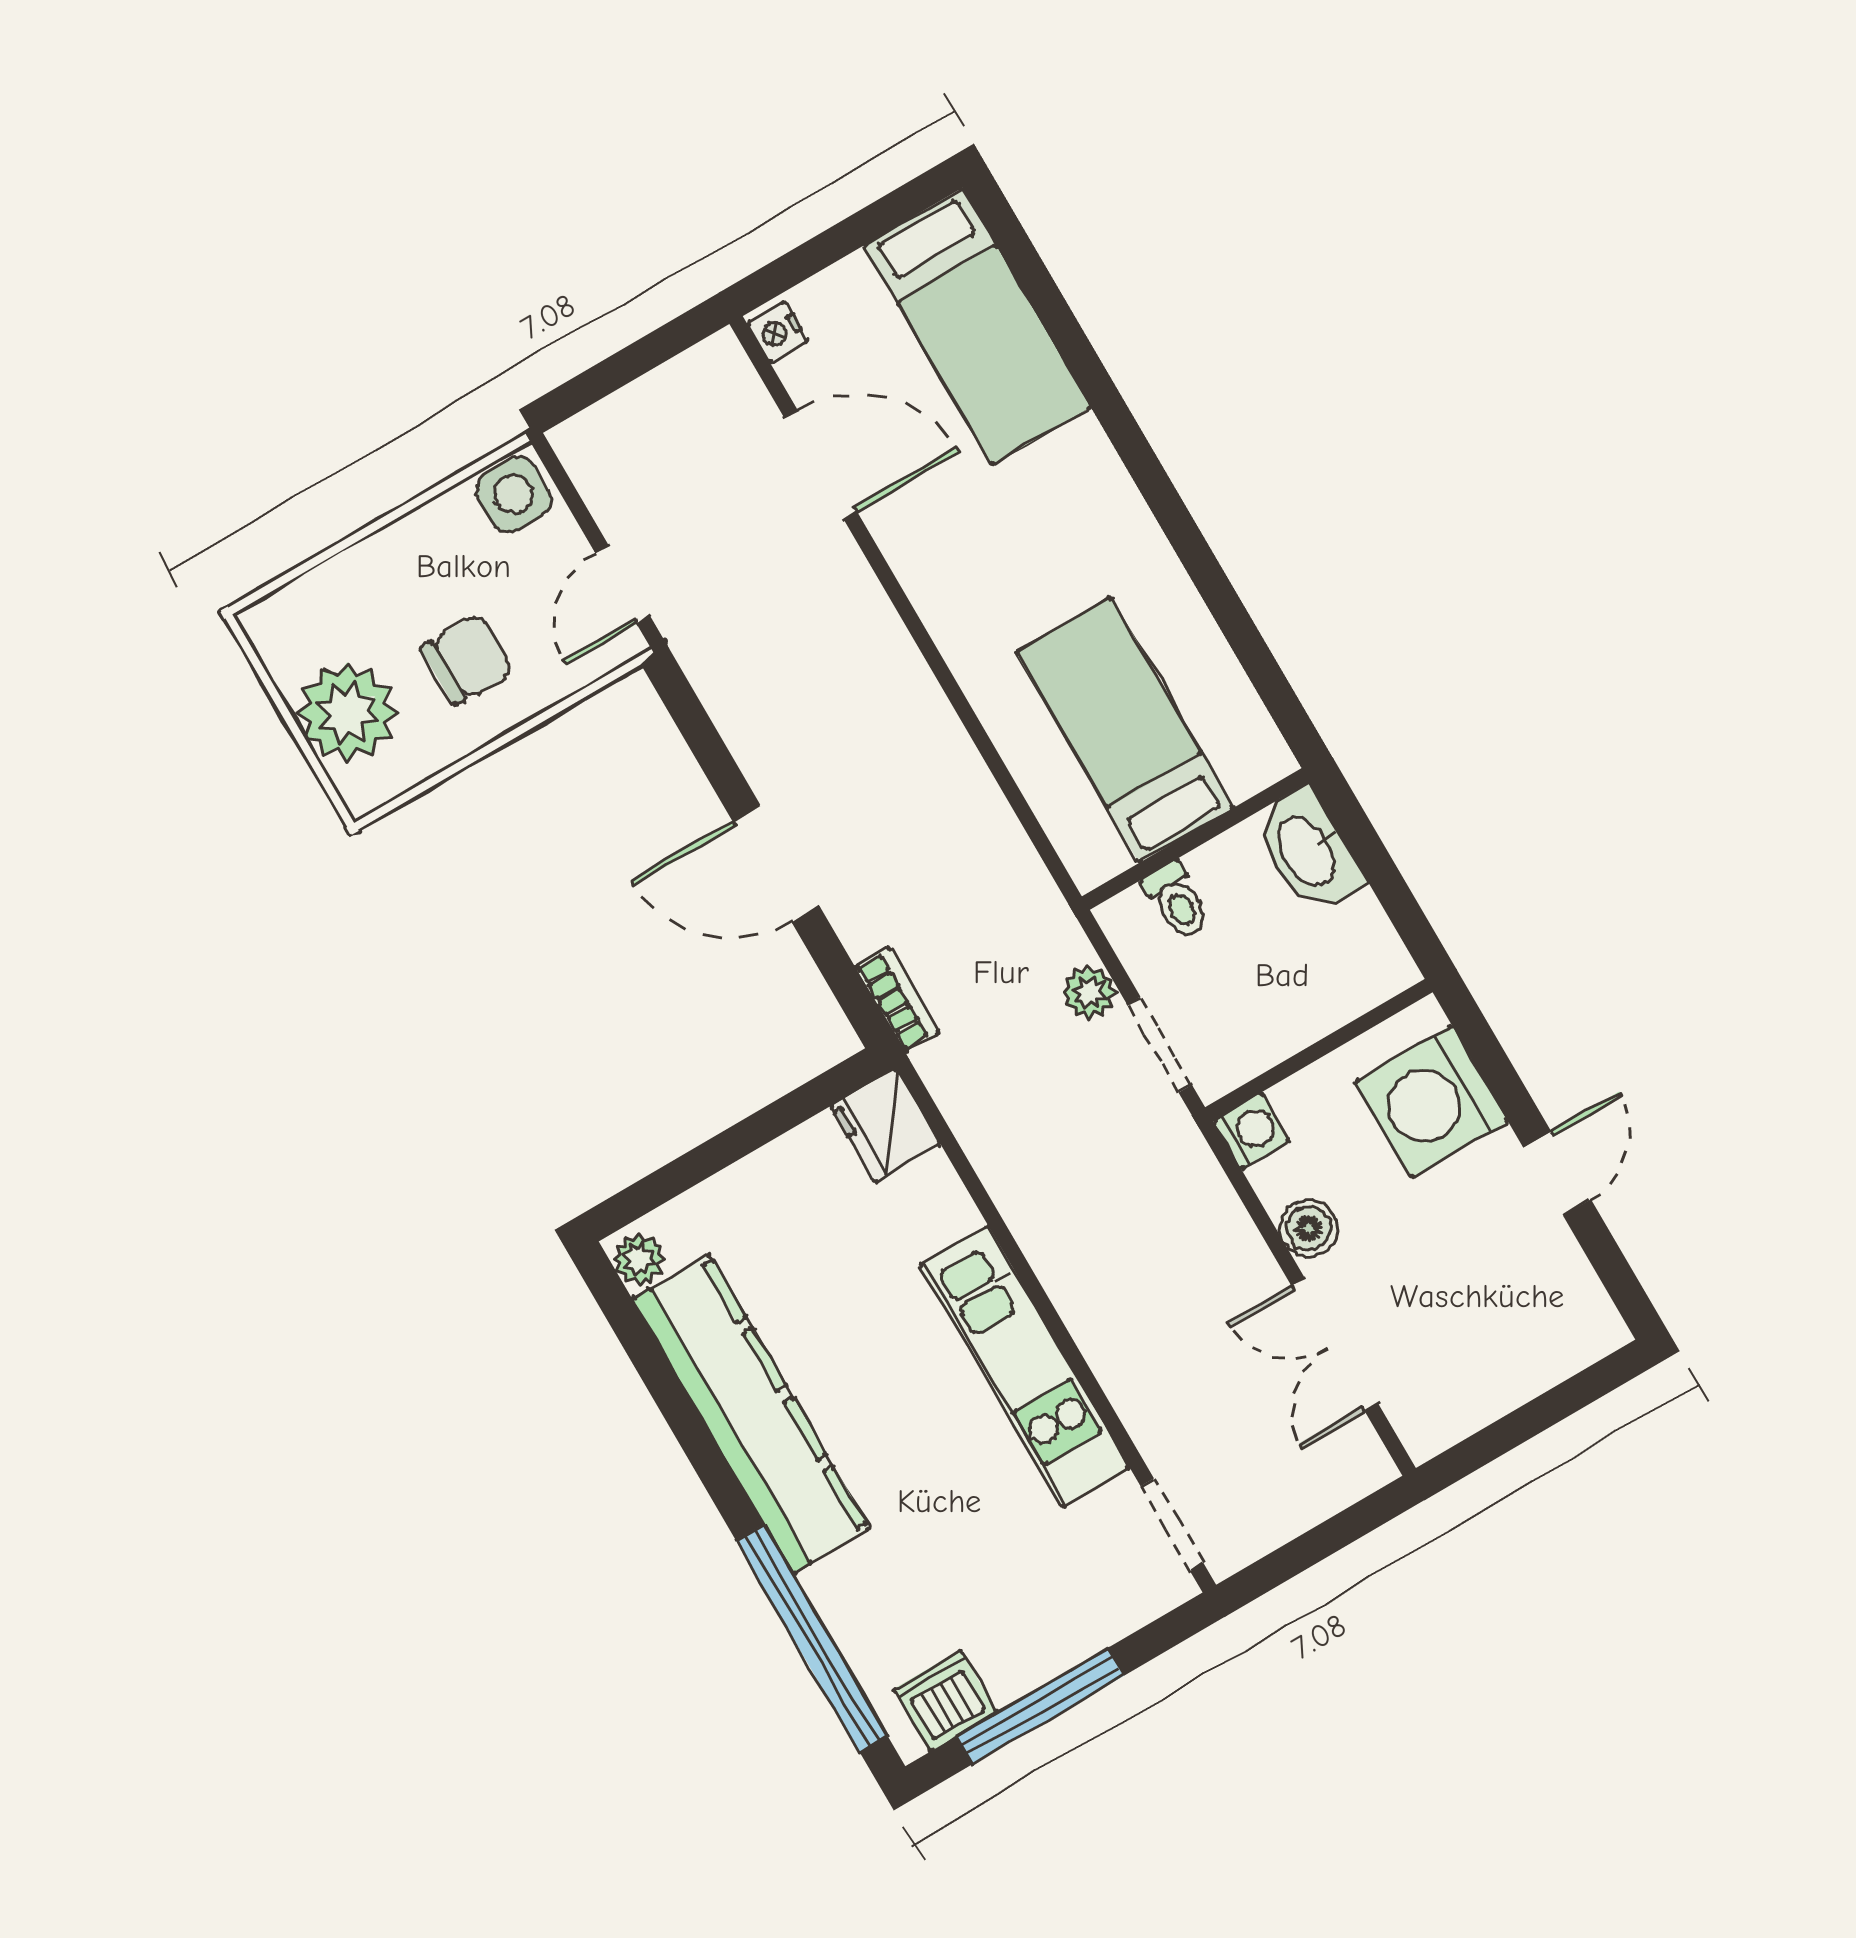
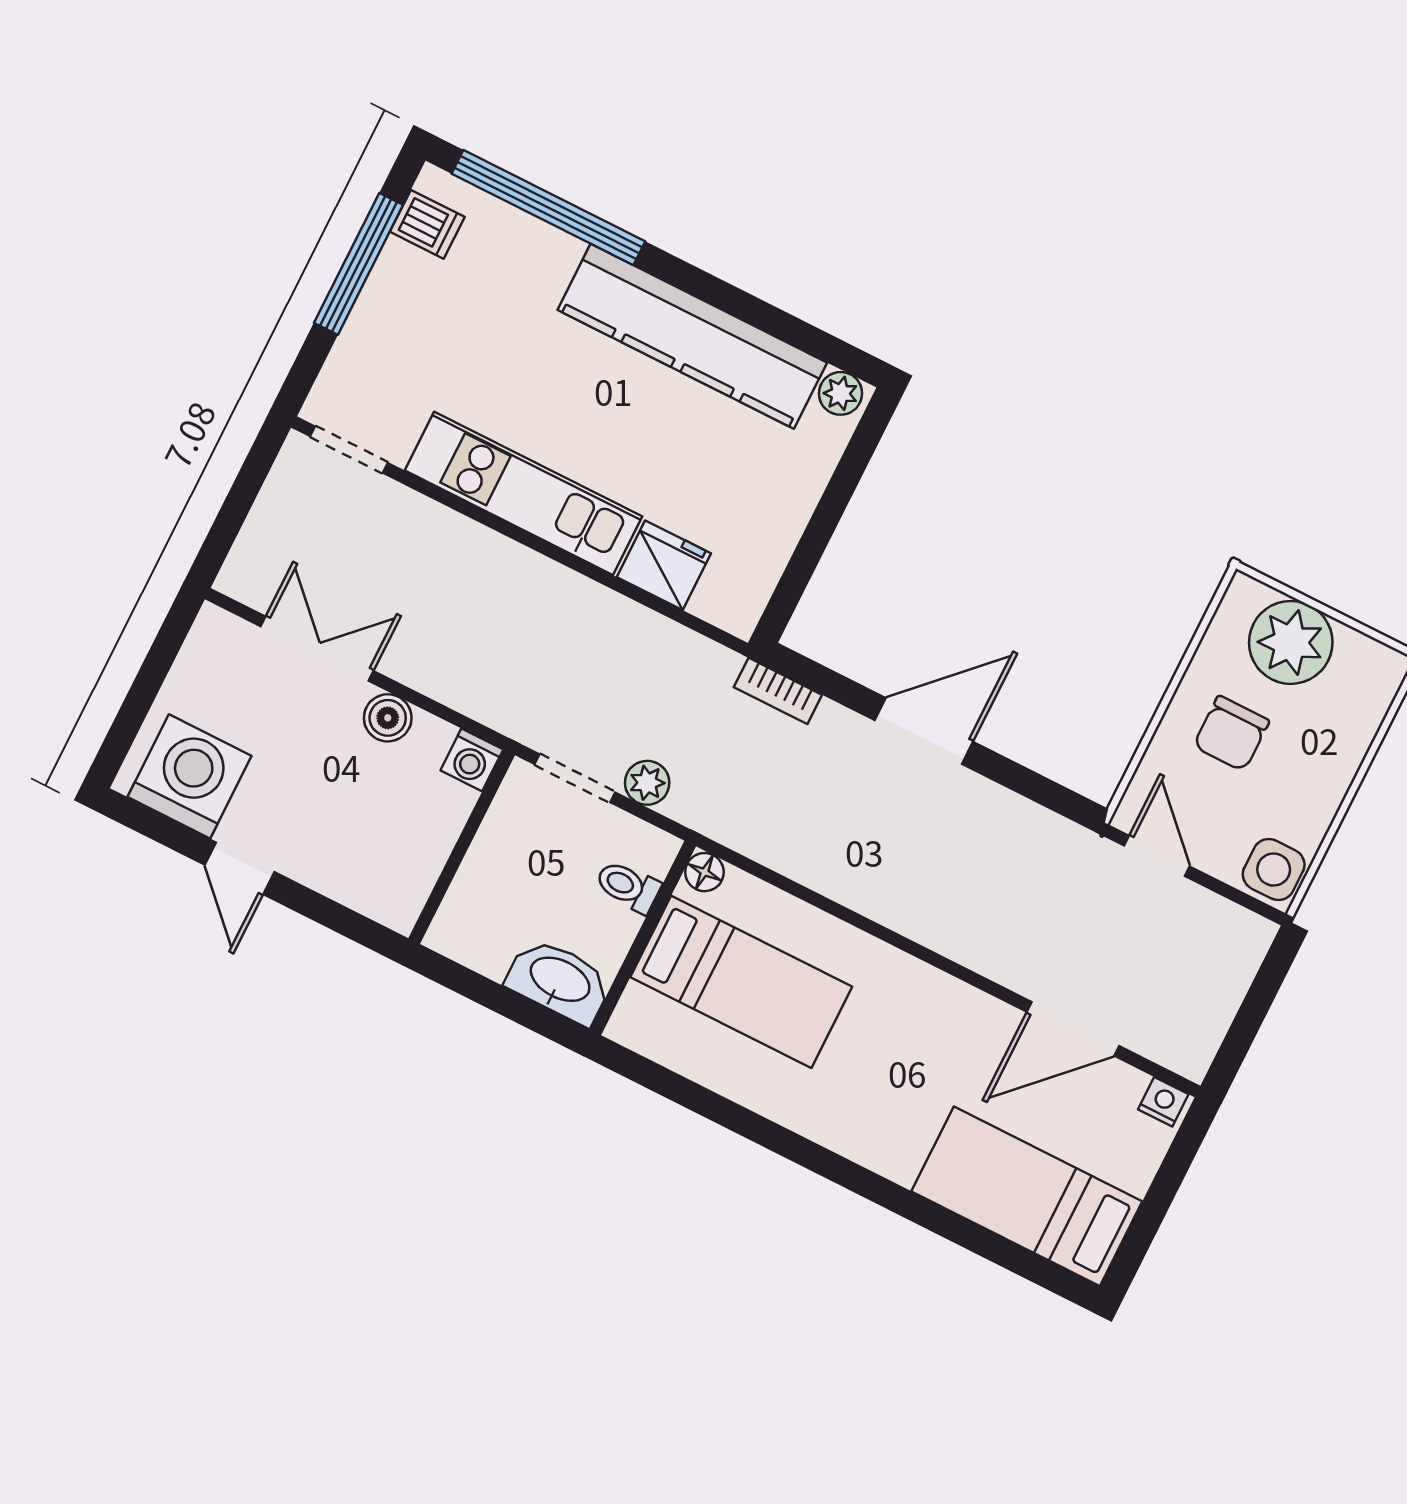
floor lamp: (1090, 865) -> (704, 872), added
washing machine: (1432, 1101) -> (190, 776), moved
fridge: (885, 1125) -> (664, 565), moved
dishwasher: (945, 1701) -> (427, 224), width x0.73

